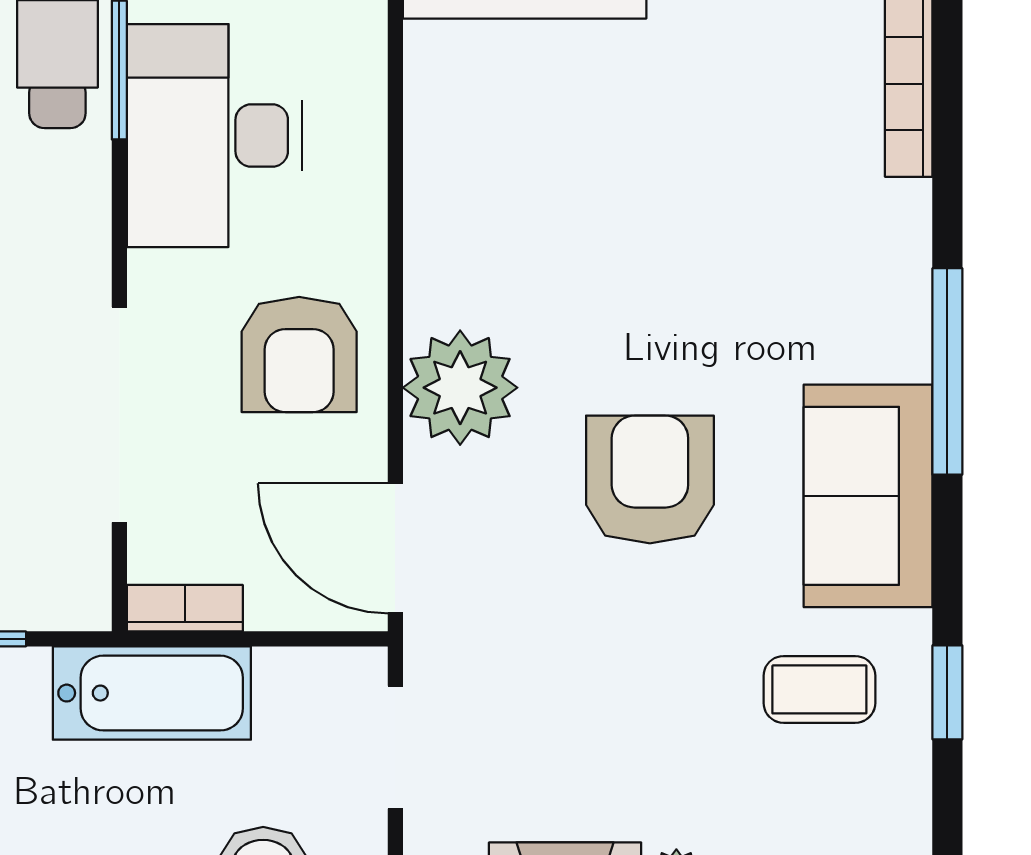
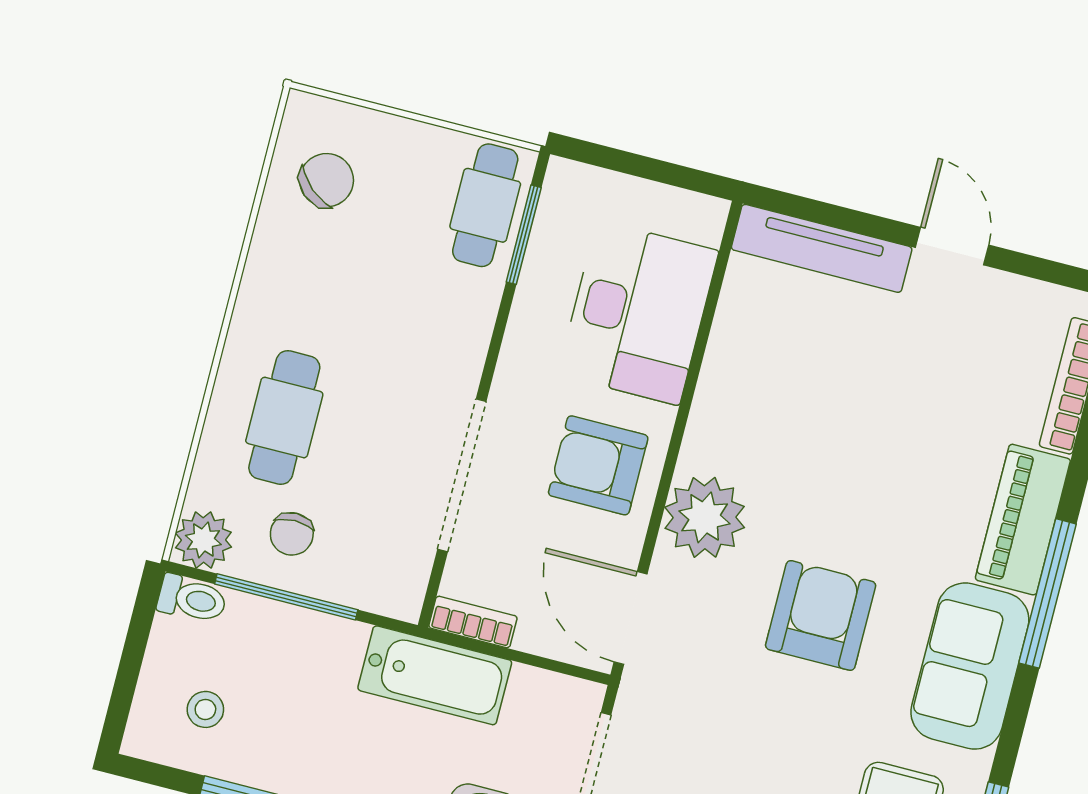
desk: (214, 136) -> (638, 313), moved, turned 180
piano: (889, 281) -> (1023, 520), added
armchair: (299, 354) -> (598, 465), turned 90

